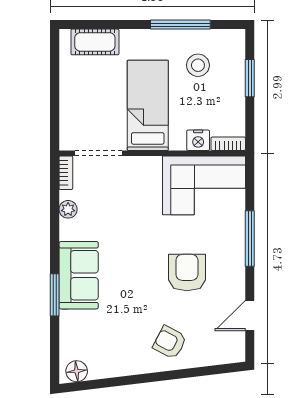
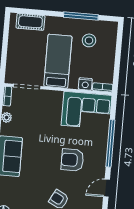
window: (250, 78) -> (118, 50), removed
window: (250, 238) -> (110, 143), width x1.46
armchair: (187, 272) -> (72, 160), turned -90

